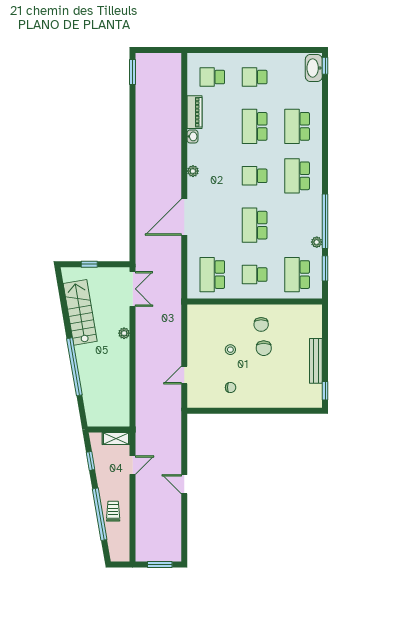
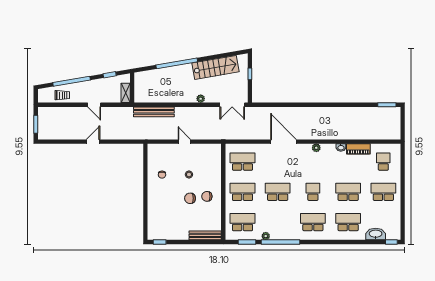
washbasin: (314, 68) -> (376, 234), moved
school desk: (255, 77) -> (383, 192), width x1.85
school desk: (255, 275) -> (242, 192), width x1.85
bench: (316, 361) -> (205, 235), moved
door: (184, 375) -> (184, 142), moved
bench: (142, 399) -> (154, 112), added
door: (133, 465) -> (94, 105), moved
trolley: (113, 511) -> (62, 95), moved

